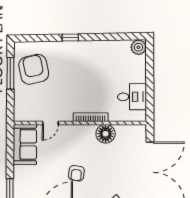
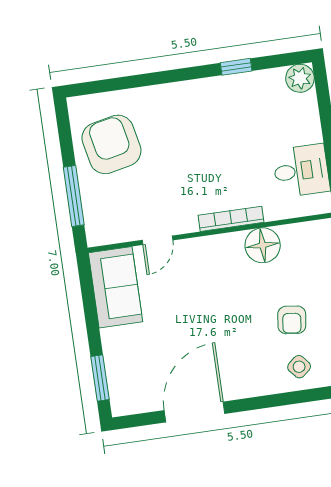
window: (70, 38) -> (236, 67), moved
window: (10, 73) -> (74, 196), moved
armchair: (76, 173) -> (292, 320), moved

